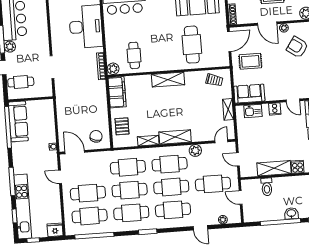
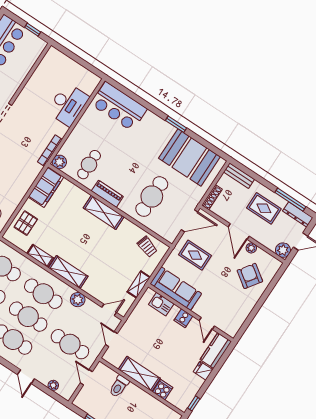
desk: (86, 27) -> (68, 104), width x0.73, depth x0.77
piano: (161, 65) -> (107, 194), added
sofa: (249, 94) -> (176, 289), width x1.36

